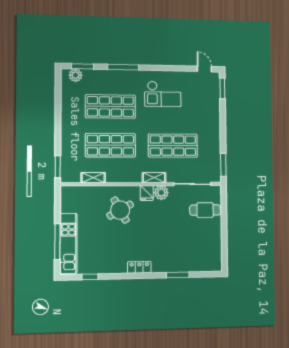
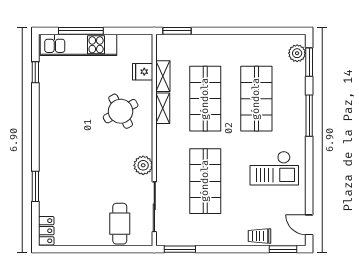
door: (204, 69) -> (309, 225), swing flipped
checkout: (163, 94) -> (274, 168), turned -90
trolley: (213, 106) -> (260, 236), added
shelving: (154, 178) -> (163, 108), moved
fridge: (147, 193) -> (143, 72), moved
locker: (139, 267) -> (46, 231), moved

